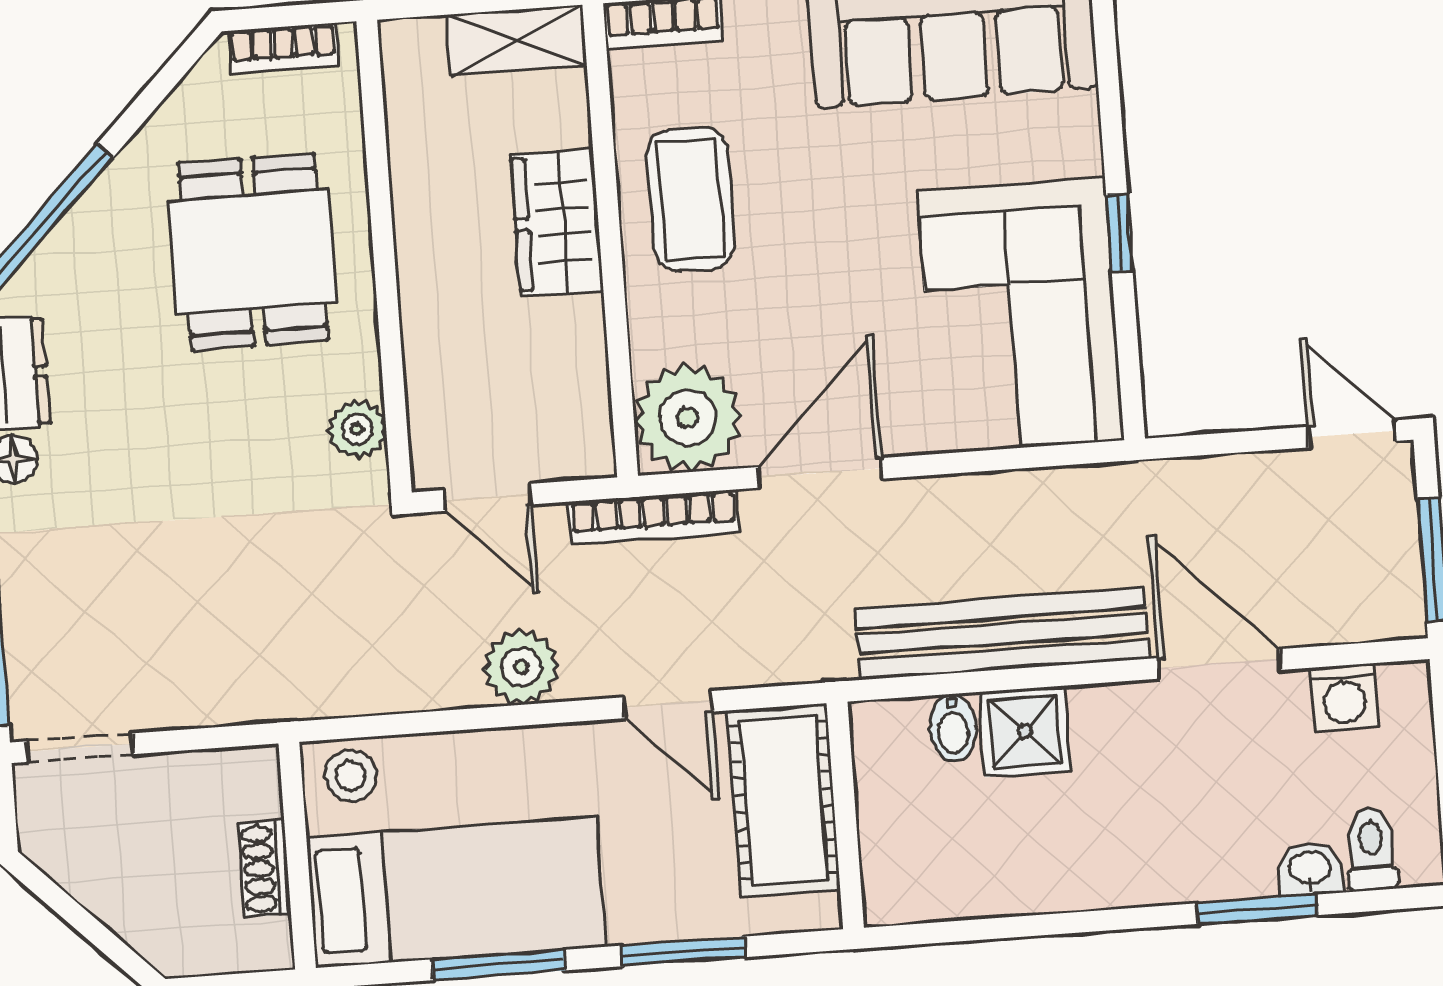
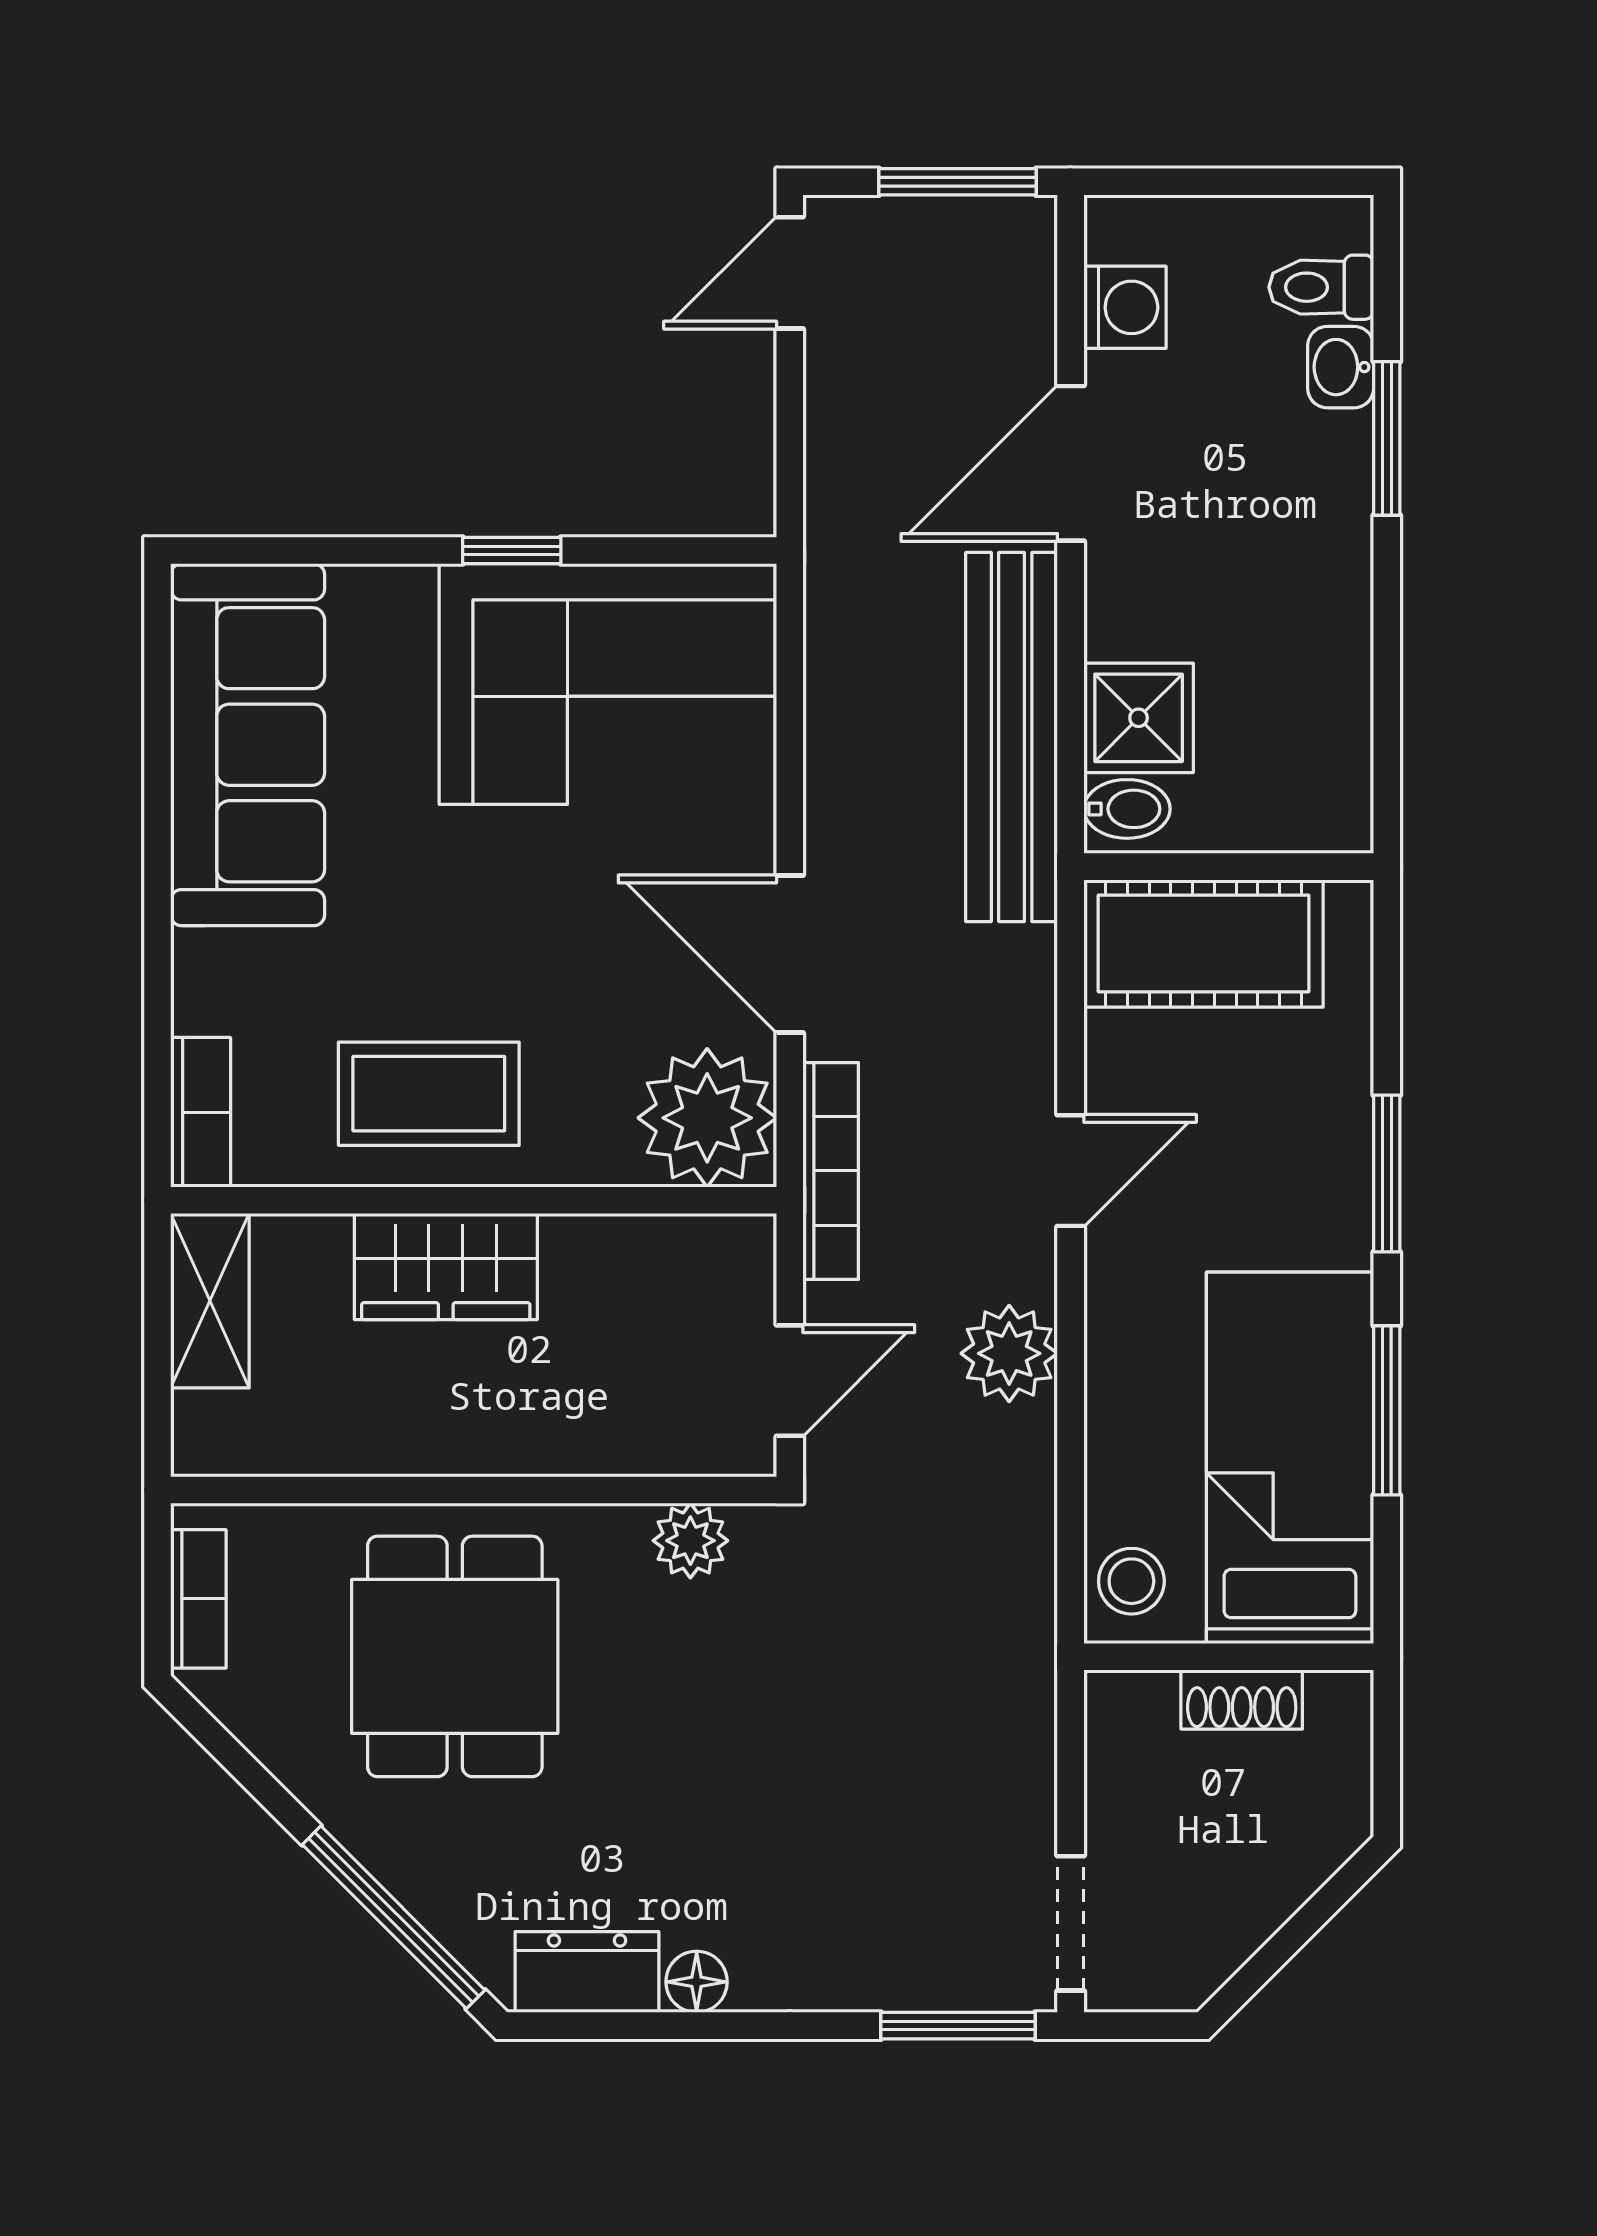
dining table: (253, 252) -> (455, 1656), turned 90
cot: (784, 800) -> (1204, 943), moved
wall: (845, 815) -> (1229, 867), moved

